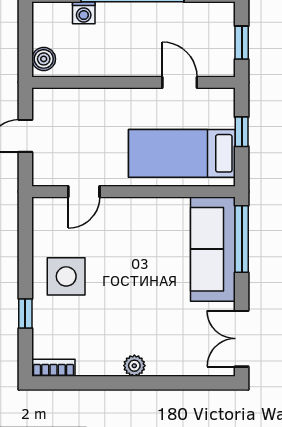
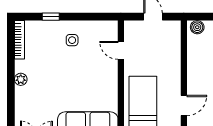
side table: (66, 276) -> (72, 40), width x0.54, depth x0.54
bookcase: (53, 368) -> (20, 40), width x1.56

